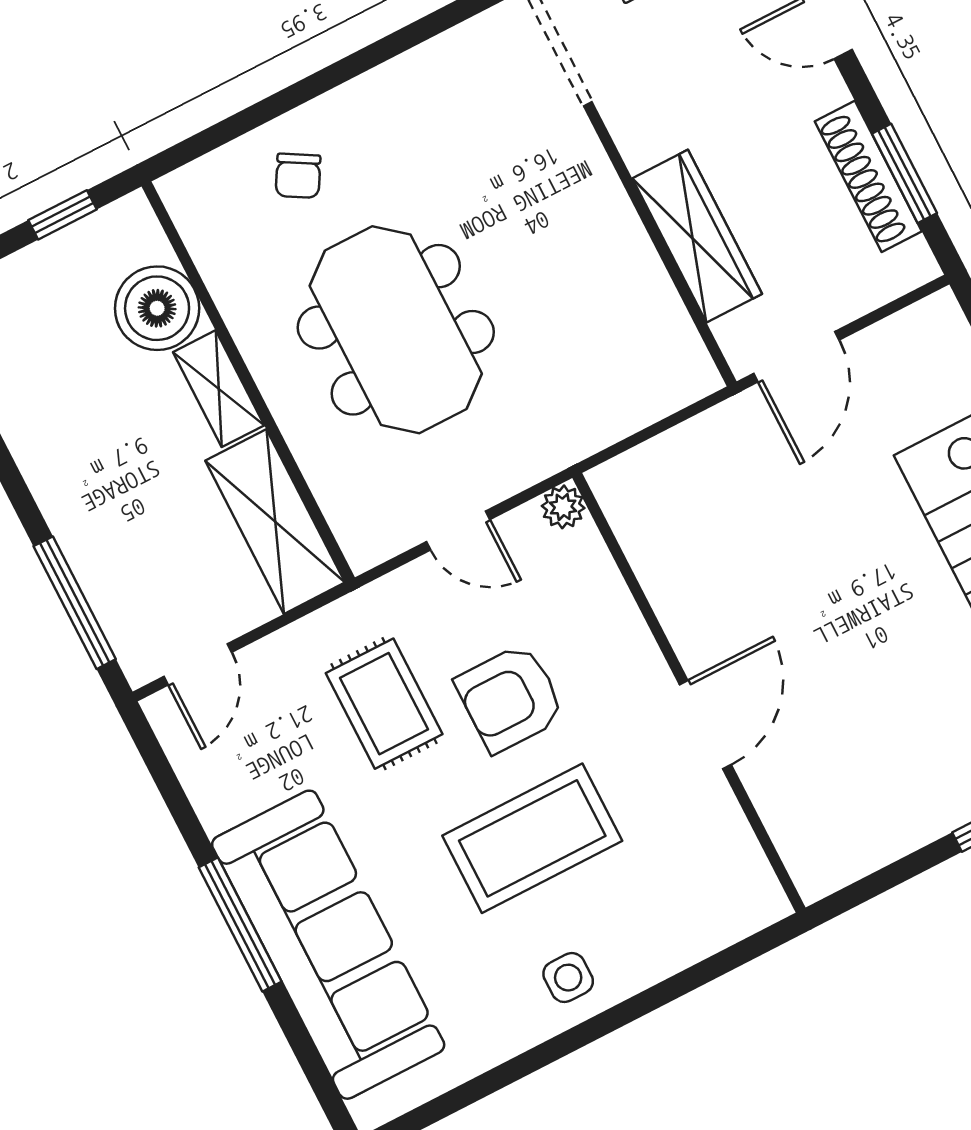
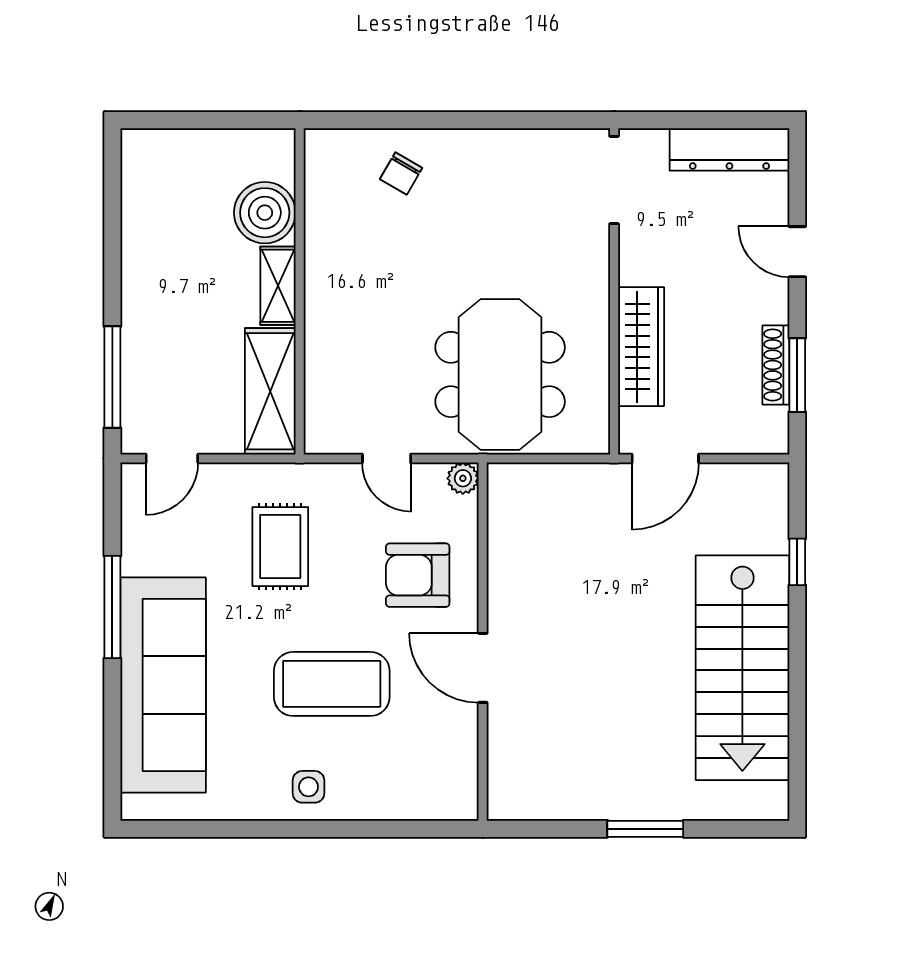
shoe rack: (868, 176) -> (776, 365), width x0.74, depth x0.81
window: (63, 215) -> (234, 120), removed
meeting table: (396, 330) -> (500, 374), moved
armchair: (510, 698) -> (418, 575), moved
door: (705, 725) -> (483, 668), swing flipped
window: (240, 924) -> (112, 607), moved

